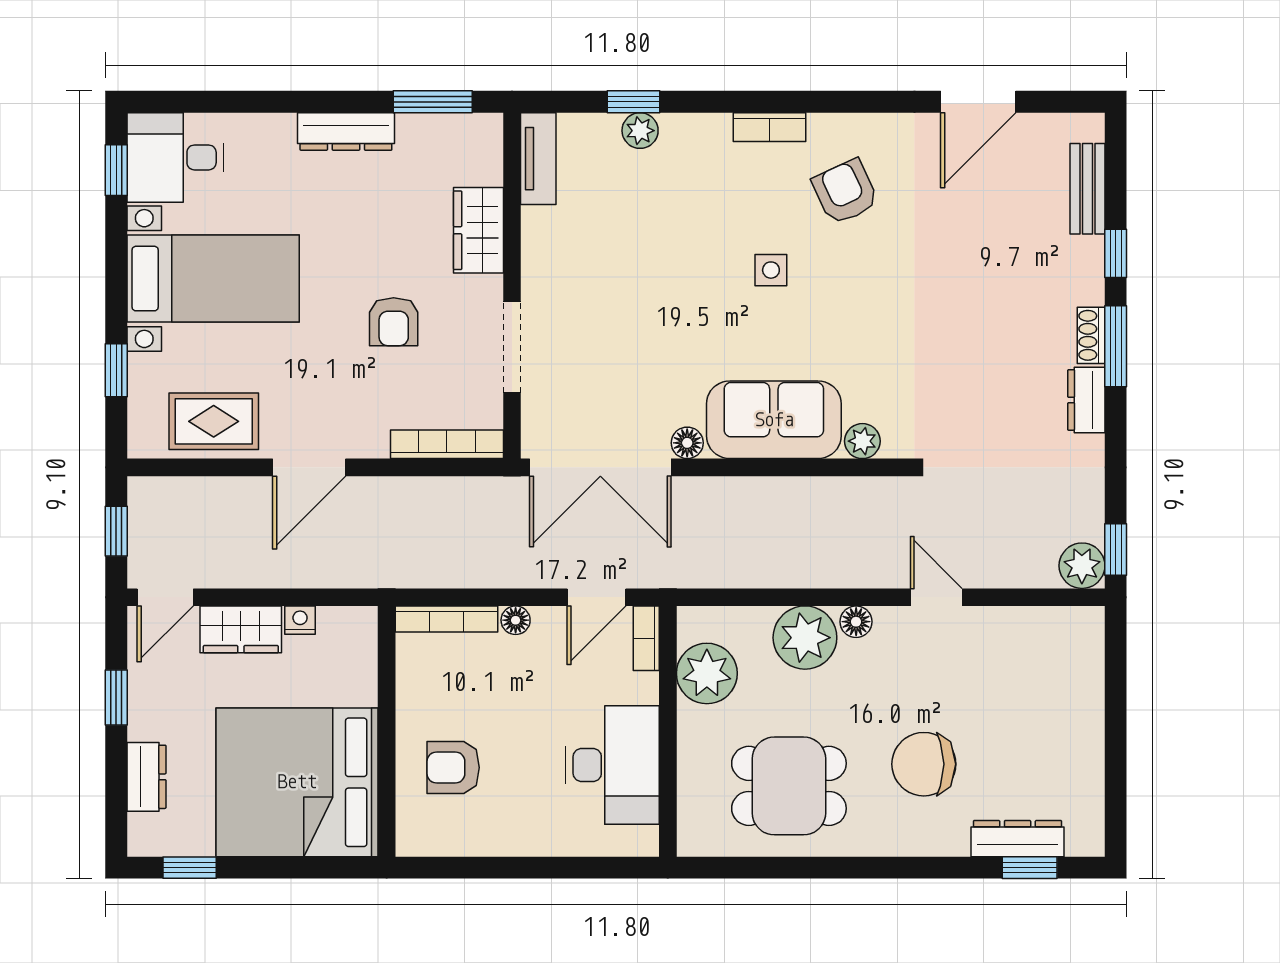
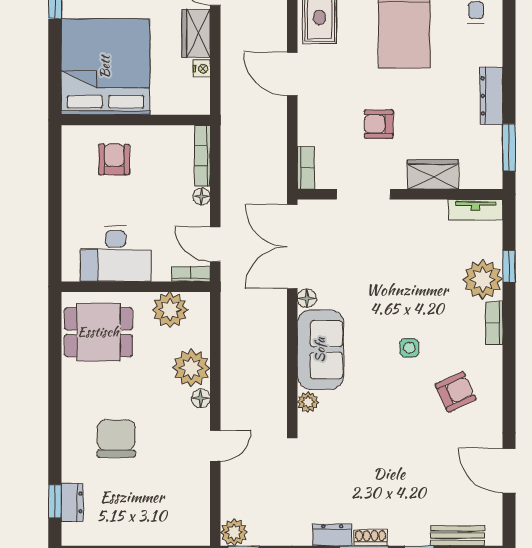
bookcase: (770, 127) -> (494, 323), moved
plant: (640, 131) -> (483, 279), width x1.88, depth x1.88
bookcase: (447, 444) -> (306, 168), width x0.64
dining table: (789, 786) -> (98, 332), moved, turned 90
dresser: (1018, 839) -> (72, 502), width x0.70

